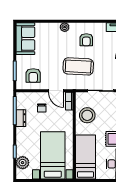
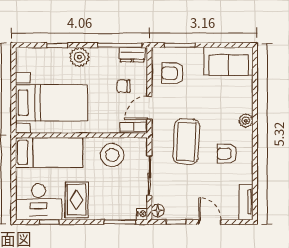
dresser: (21, 118) -> (132, 55), moved
plant: (23, 163) -> (79, 57), moved

